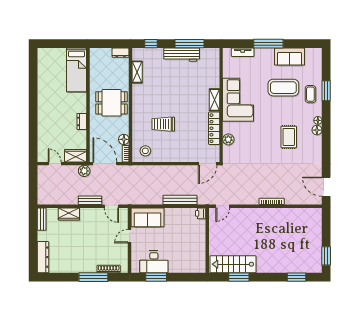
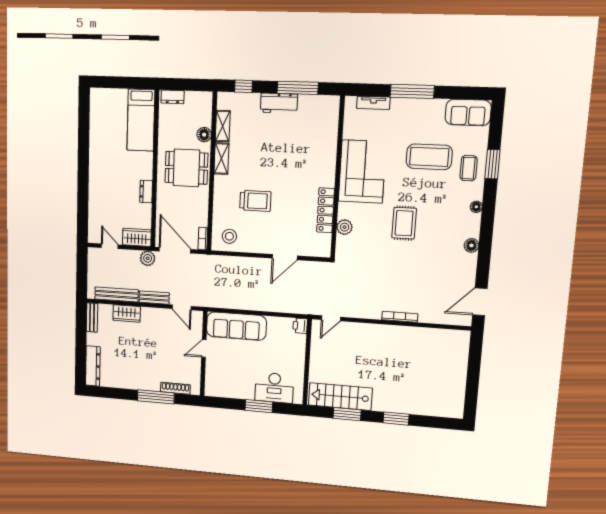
dresser: (121, 53) -> (173, 97), moved
workbench: (182, 55) -> (279, 103), width x0.73
sofa: (289, 57) -> (468, 112), moved
shelving: (215, 100) -> (221, 159), moved
trolley: (163, 124) -> (255, 201), turned 180
floor lamp: (317, 130) -> (471, 245), moved
rug: (289, 137) -> (404, 223), moved
floor lamp: (124, 139) -> (204, 135), moved
door: (208, 164) -> (285, 257), moved
door: (326, 187) -> (480, 302), hinge flipped
bench: (180, 200) -> (117, 294), moved
sofa: (148, 217) -> (236, 326), width x1.36
window: (326, 256) -> (471, 397), removed
desk: (154, 262) -> (274, 388), moved
window: (156, 277) -> (259, 406), moved
window: (296, 277) -> (396, 419), moved

